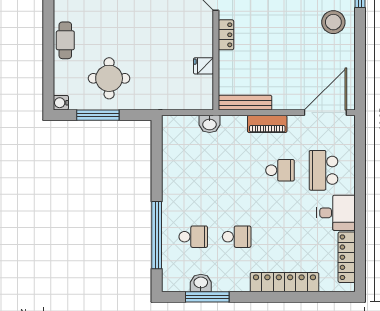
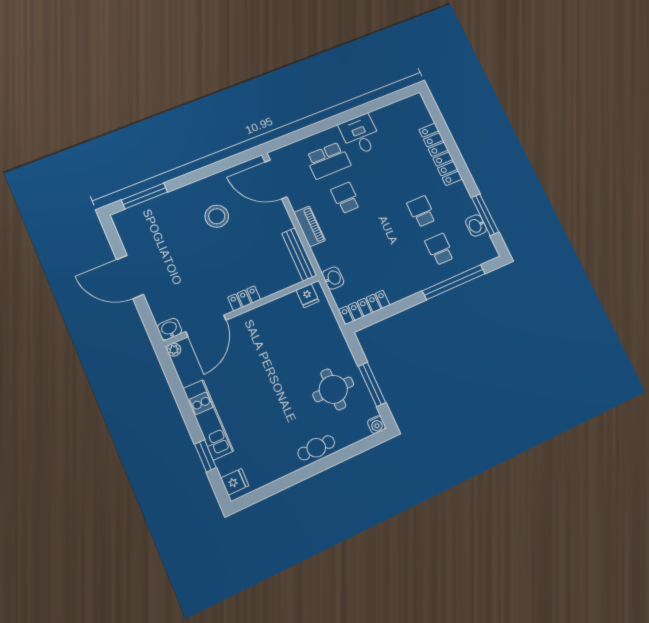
stool: (333, 22) -> (217, 216), moved
fridge: (204, 66) -> (308, 296), moved
locker: (347, 257) -> (364, 307), moved, turned 180

